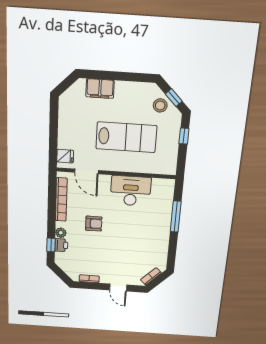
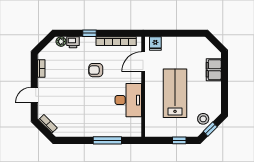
lab bench: (126, 137) -> (175, 93), turned 180
armchair: (94, 224) -> (96, 70), turned 90
plant: (61, 233) -> (61, 42), moved
window: (51, 245) -> (89, 33), moved

